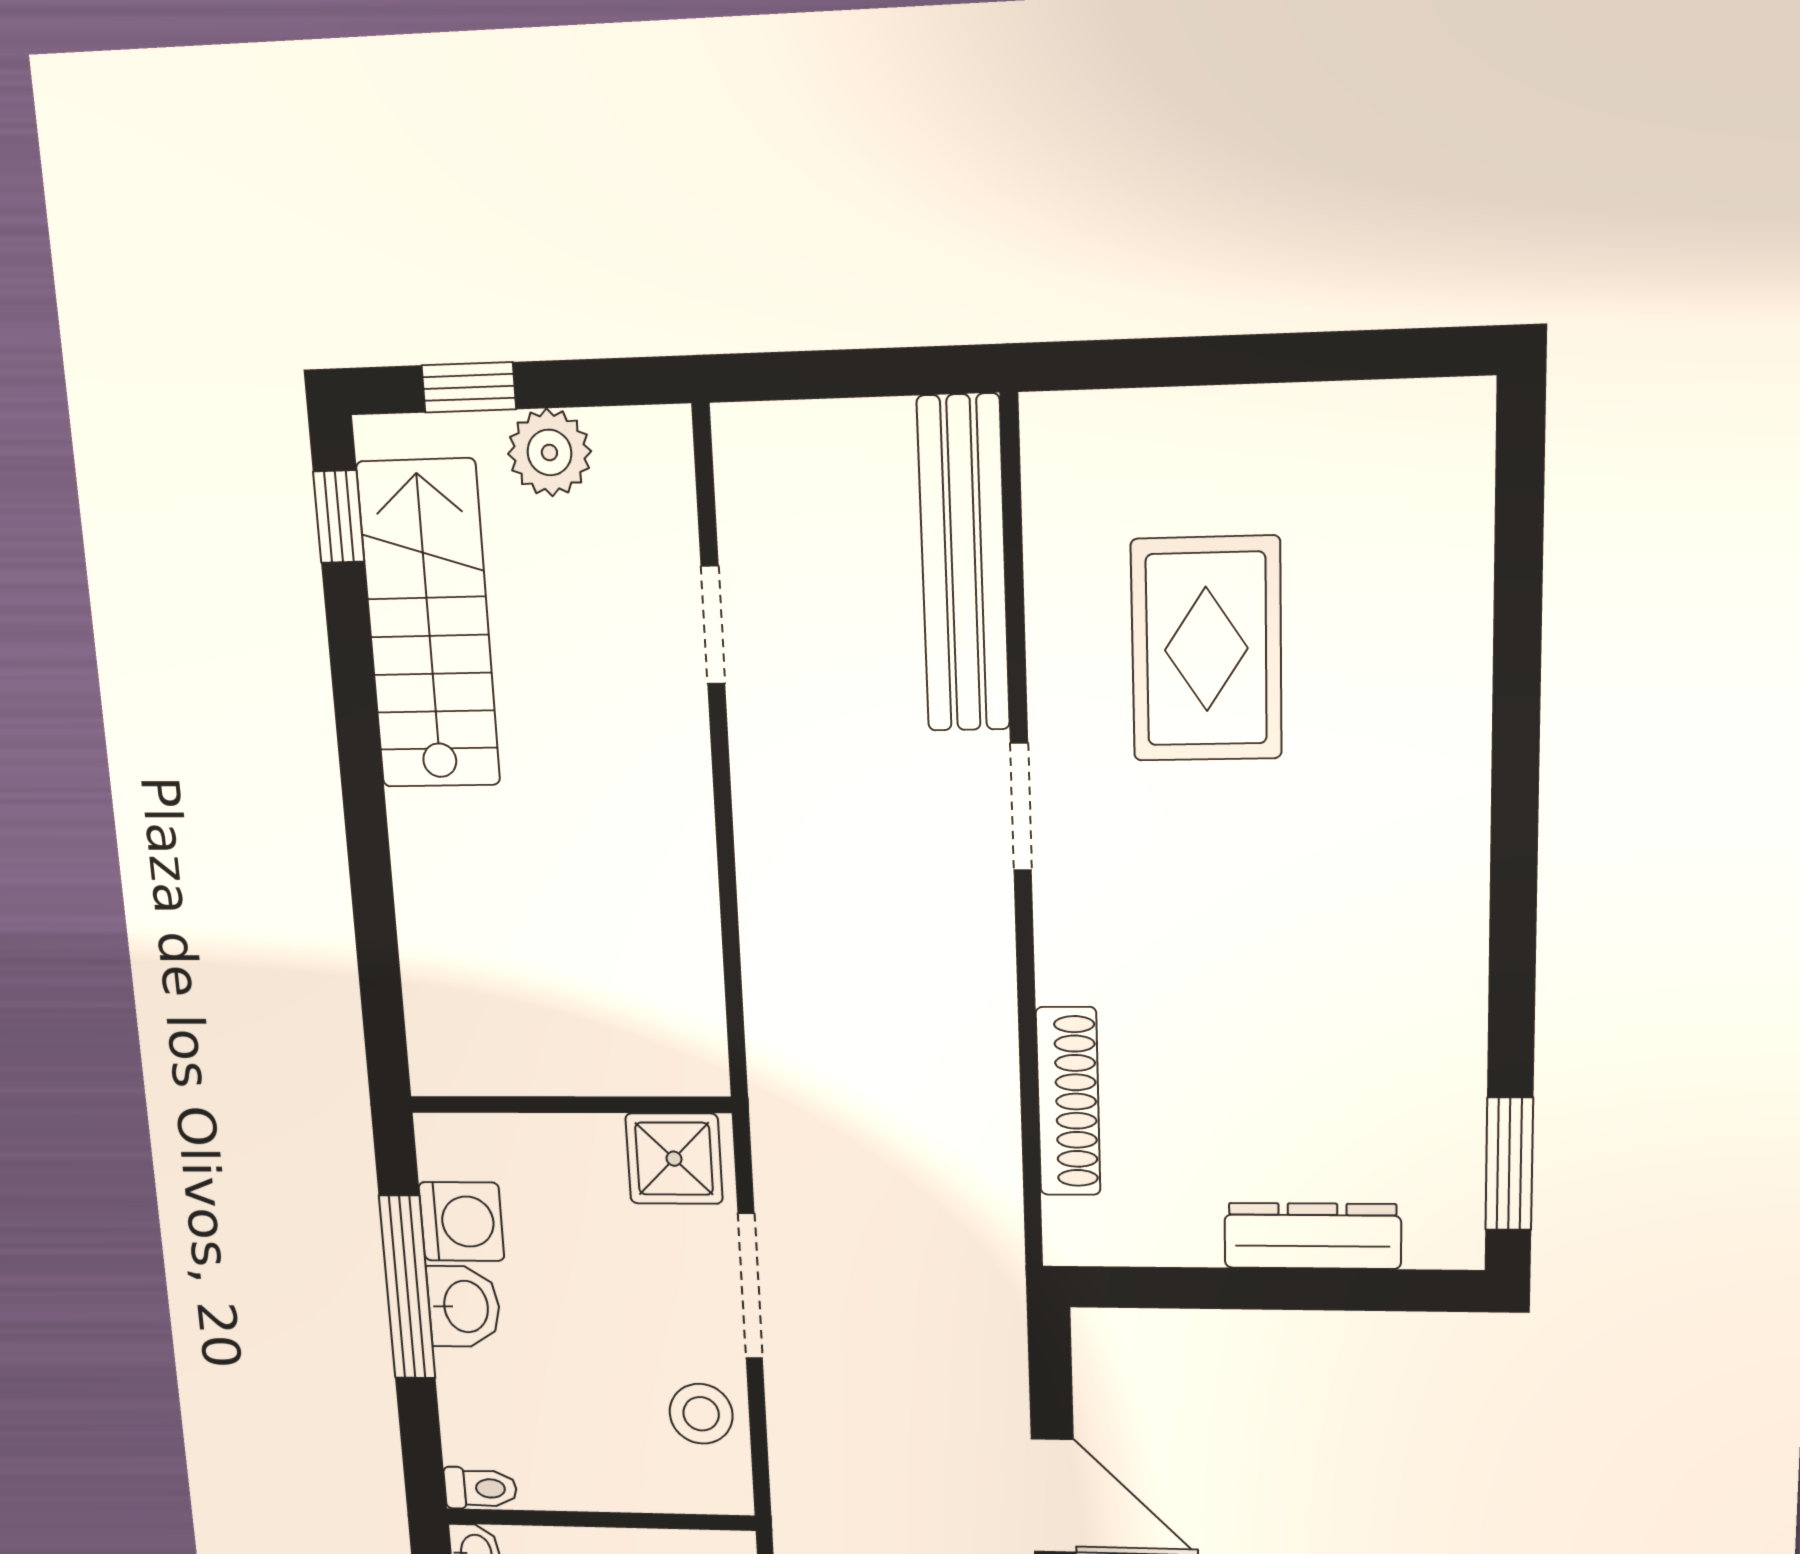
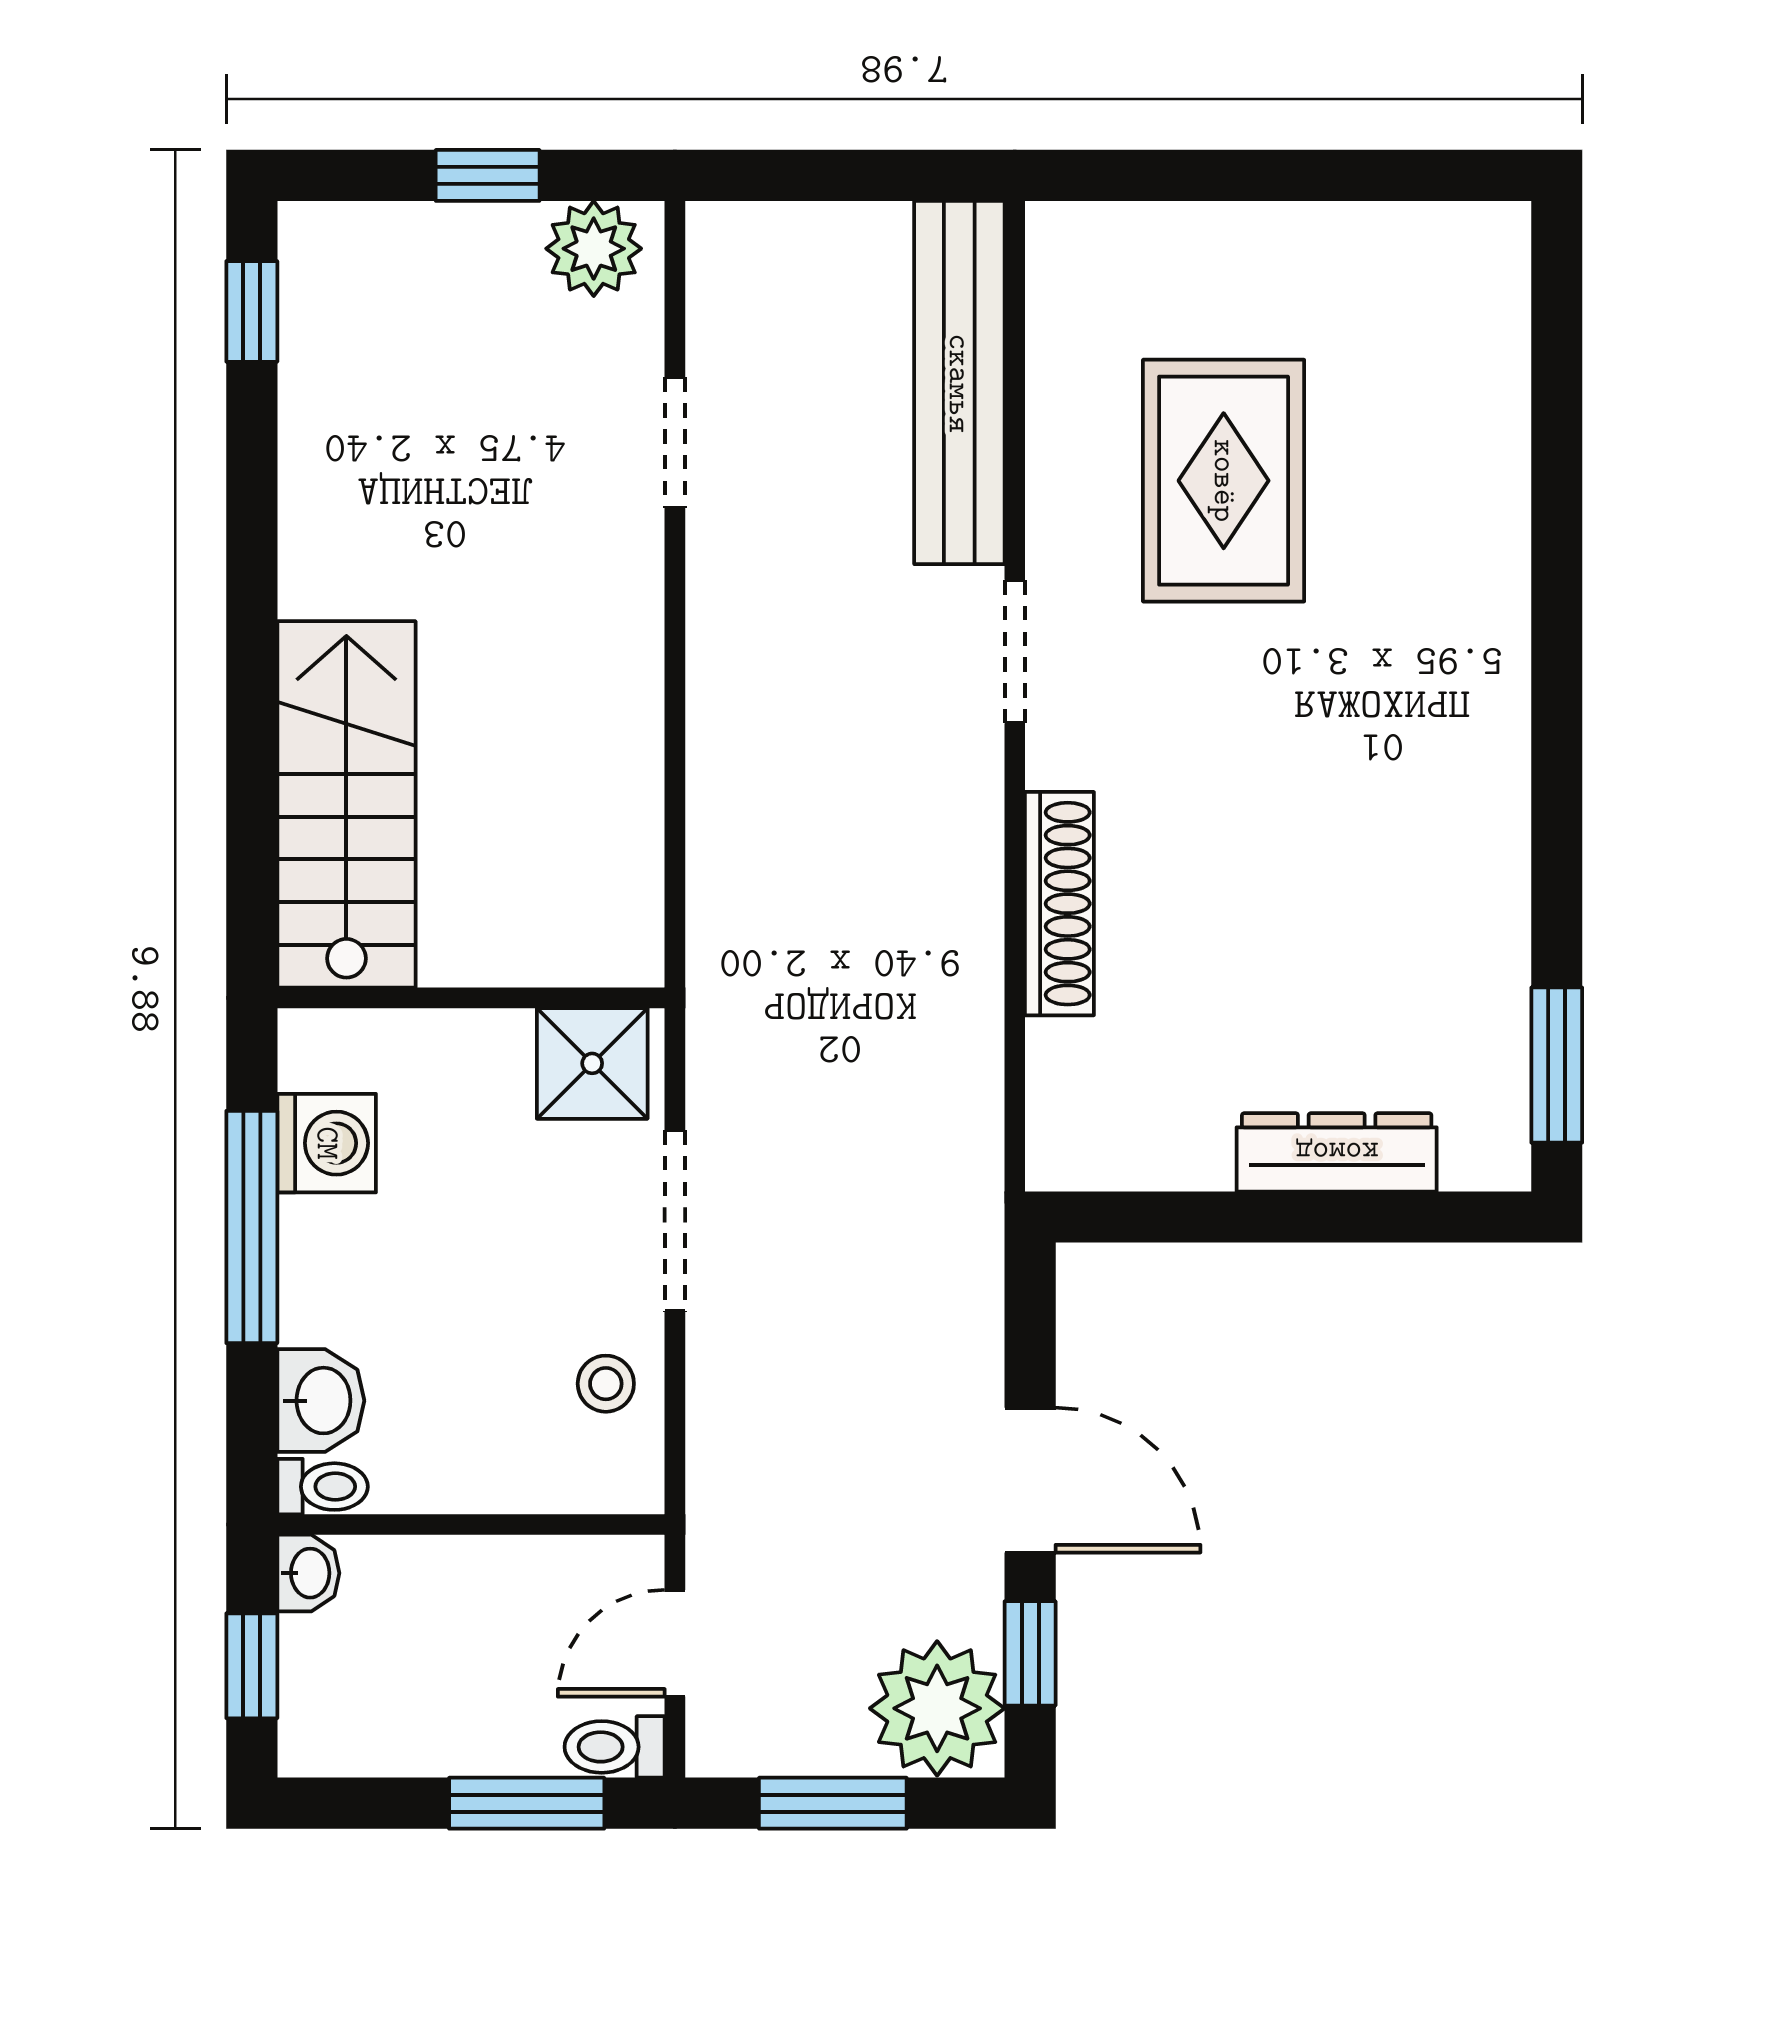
window: (469, 387) -> (488, 175), moved
plant: (549, 452) -> (594, 249), moved
stairs: (429, 625) -> (346, 804), moved
shoe rack: (1068, 1102) -> (1059, 904), moved
washbasin: (464, 1306) -> (321, 1401), moved
stool: (701, 1414) -> (606, 1384), width x0.73, depth x0.73

